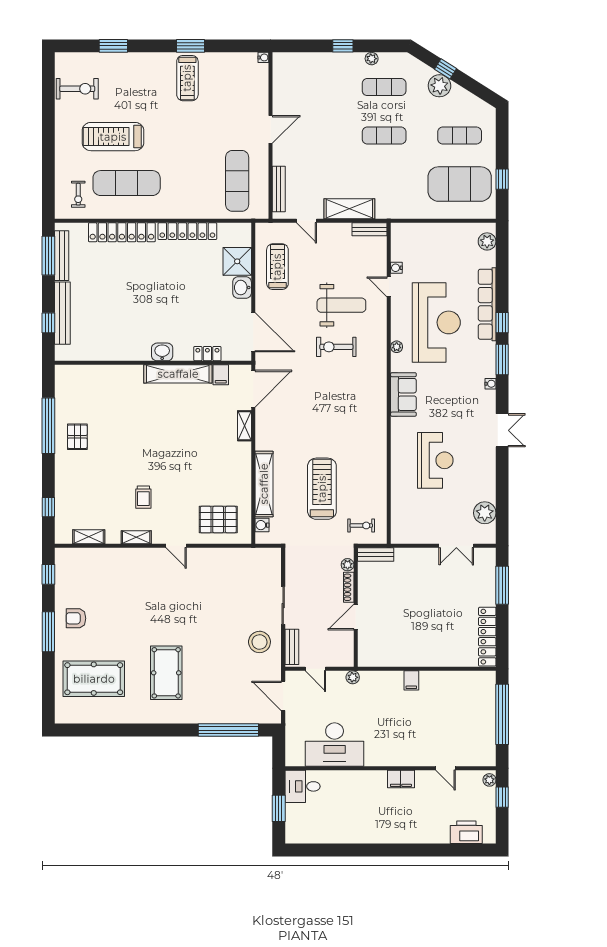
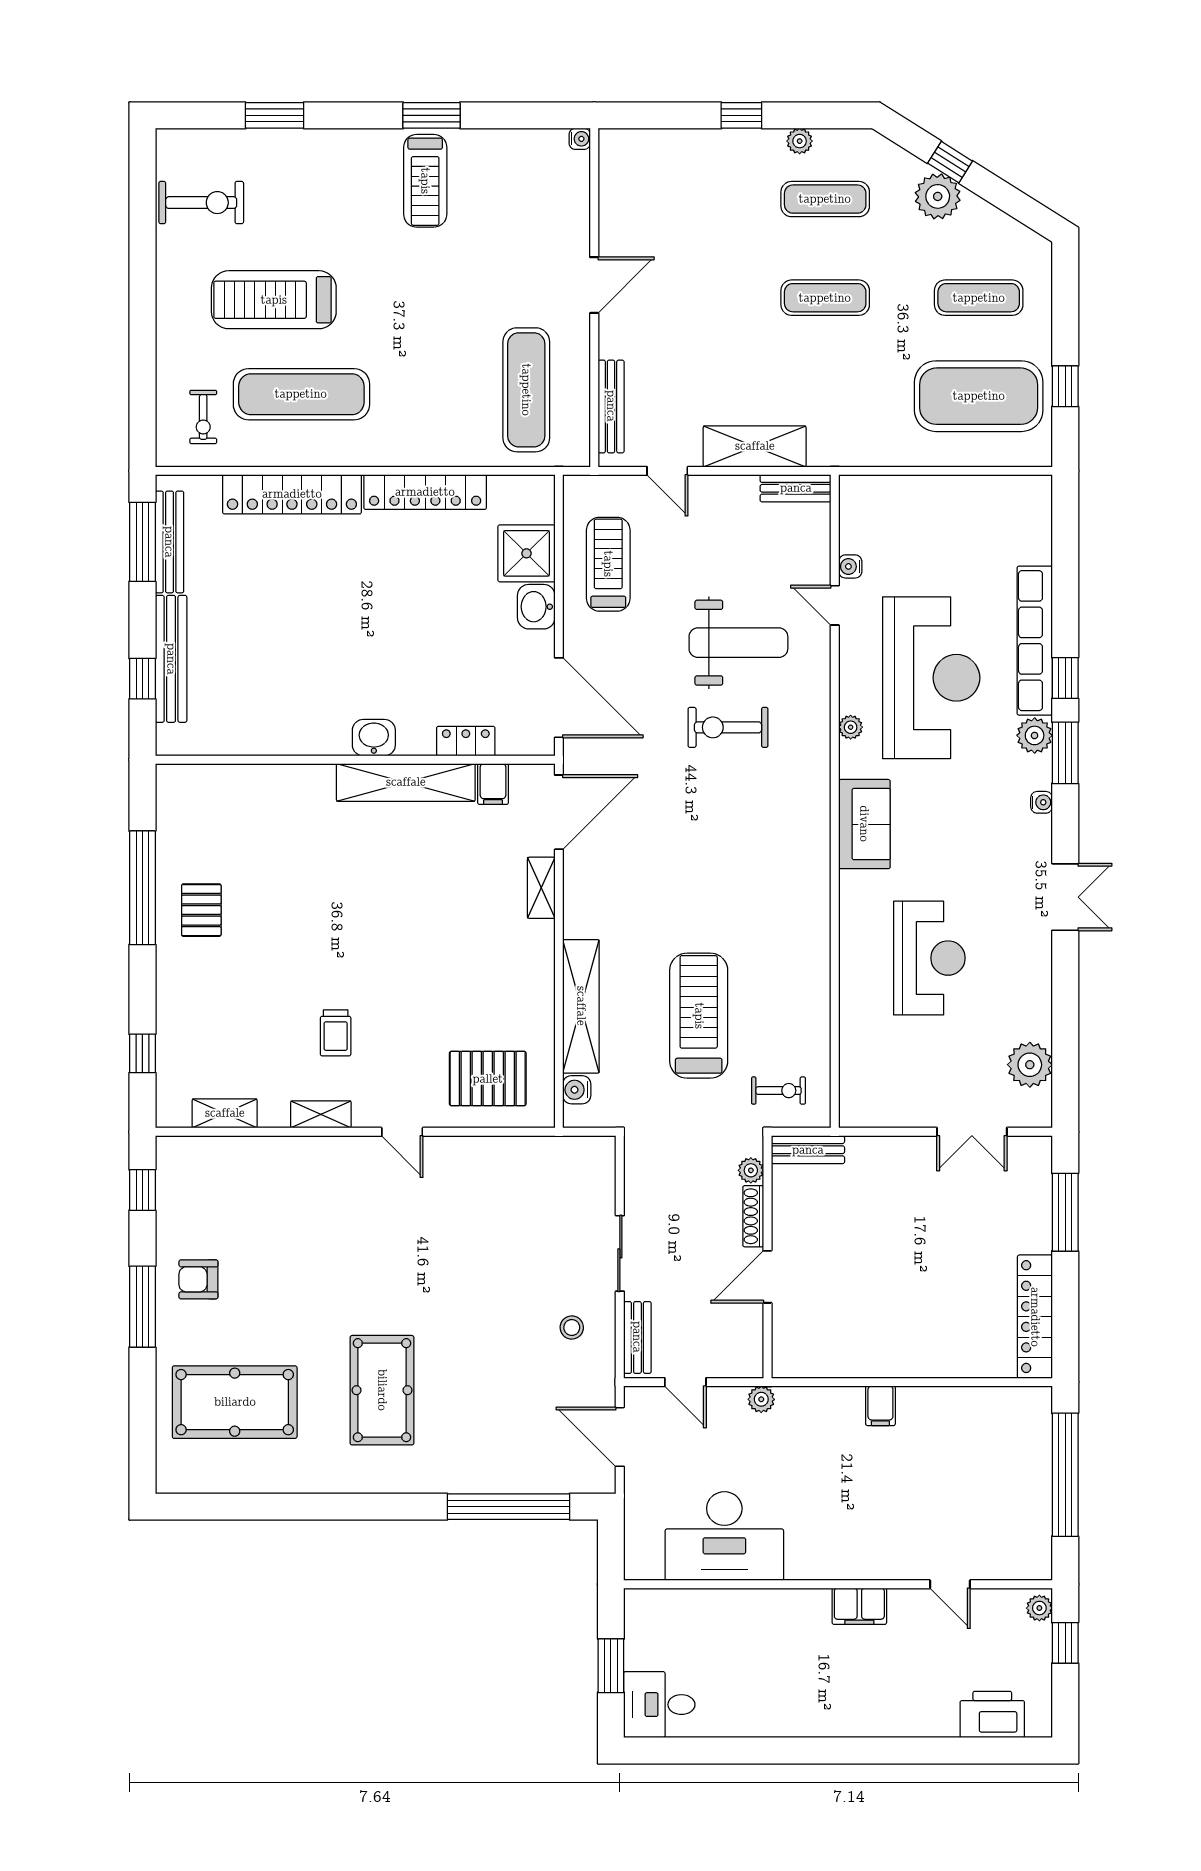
plant: (487, 241) -> (1035, 735), moved
stool: (259, 642) -> (572, 1327), width x0.53, depth x0.53
desk: (303, 786) -> (659, 1705), moved

